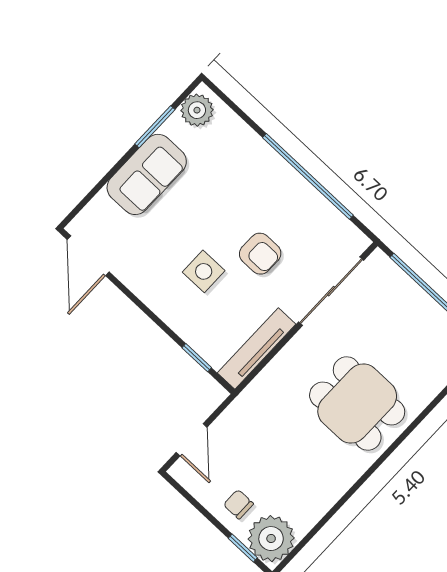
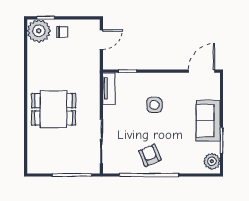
armchair: (260, 254) -> (150, 155), moved, turned 67
door: (88, 256) -> (202, 71), hinge flipped
tv unit: (257, 349) -> (109, 88), width x0.71
door: (192, 440) -> (101, 40), swing flipped

